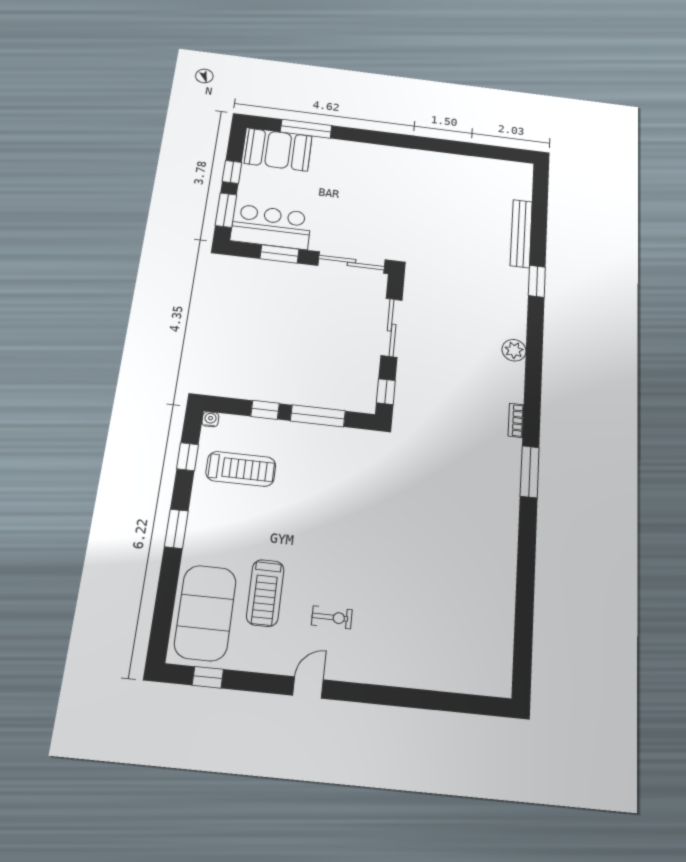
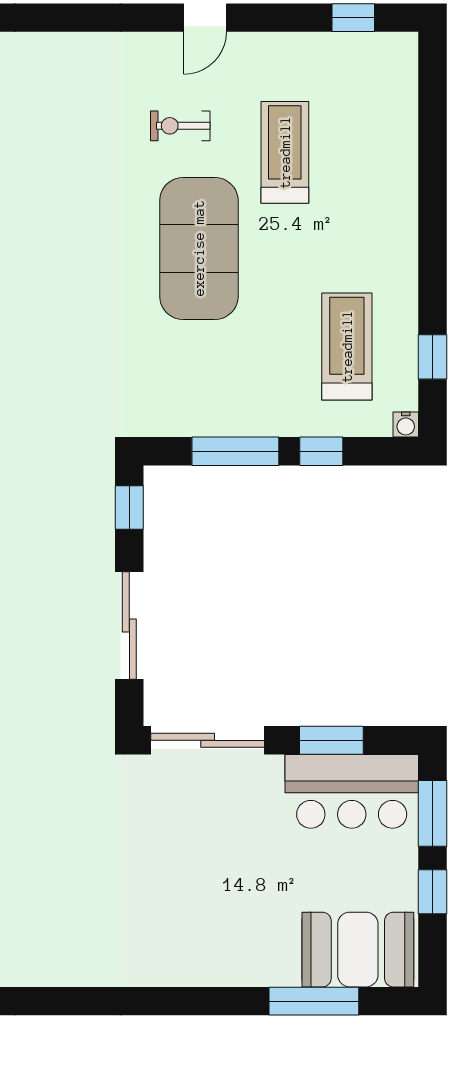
treadmill: (241, 469) -> (347, 346), turned 90
window: (176, 529) -> (432, 238), removed
exercise mat: (205, 613) -> (199, 248), moved

